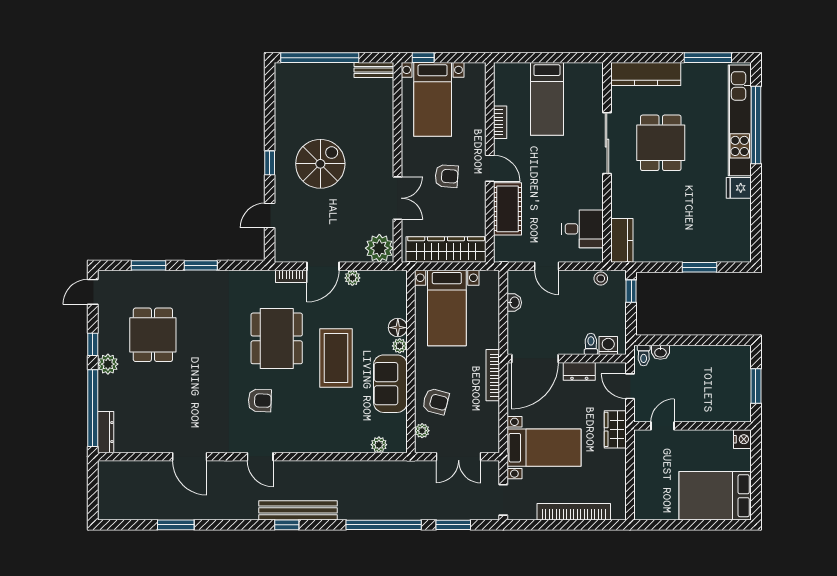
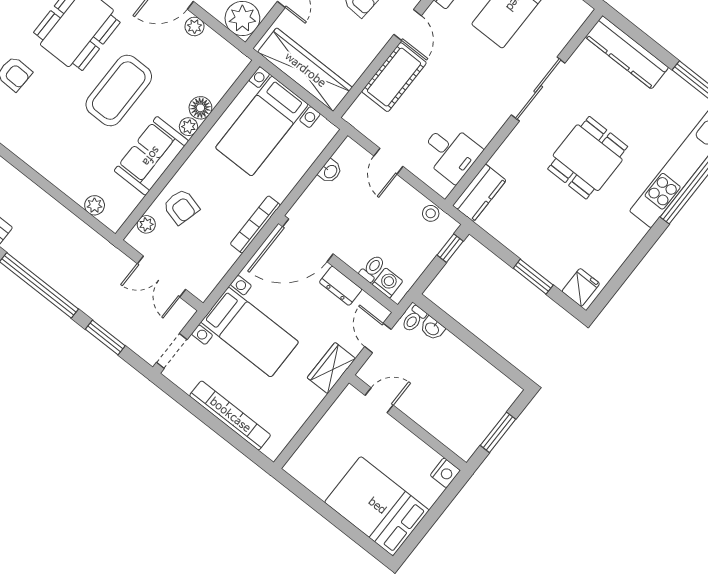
dining table: (661, 143) -> (588, 158), moved
fridge: (739, 188) -> (581, 287), moved, turned 90

